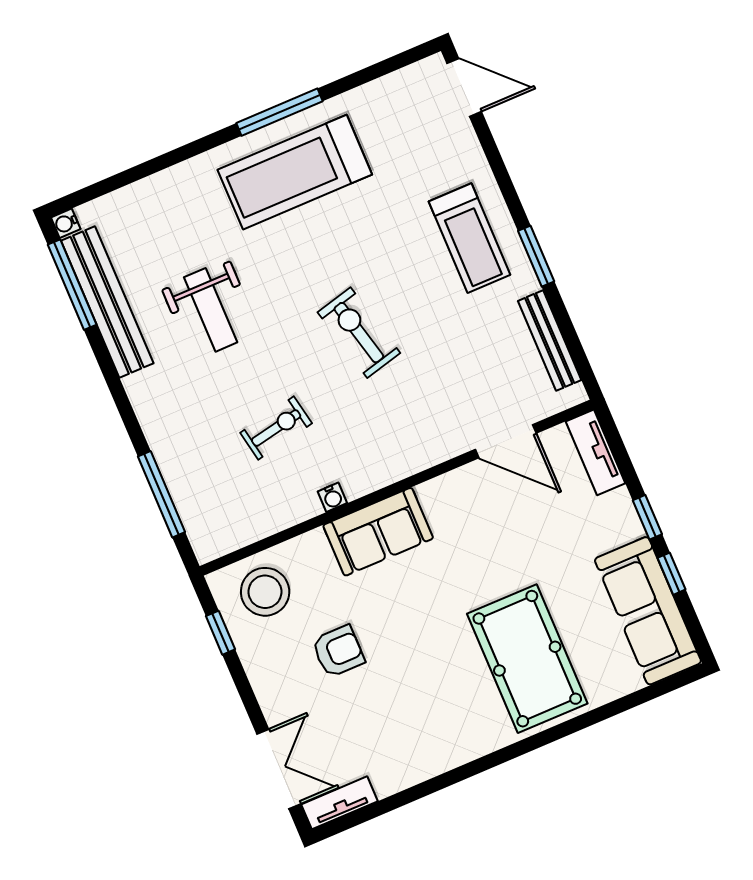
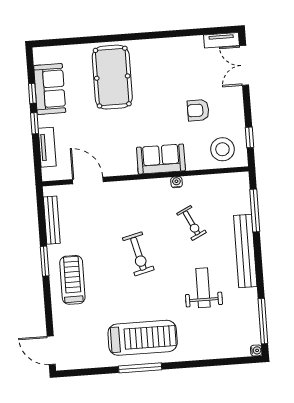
bench: (107, 302) -> (245, 251), moved
exercise bike: (276, 428) -> (192, 223), turned -105
tv unit: (596, 452) -> (47, 147), moved
sofa: (648, 611) -> (50, 89), width x0.73

